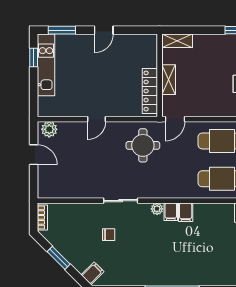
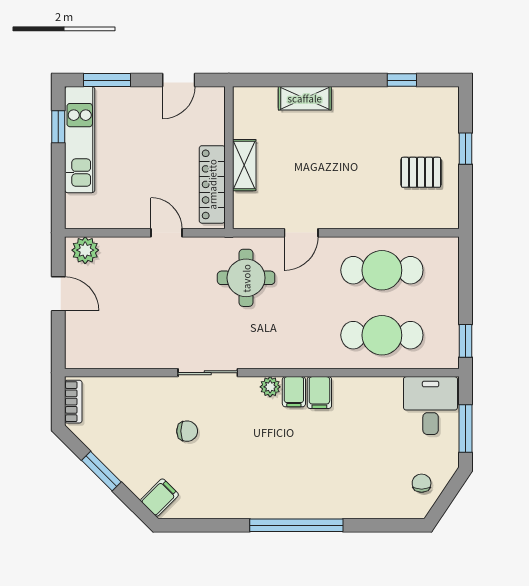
wall: (160, 75) -> (229, 158), moved
shelving: (169, 80) -> (244, 165), moved
locker: (150, 91) -> (212, 184), moved
door: (97, 119) -> (167, 233), swing flipped

